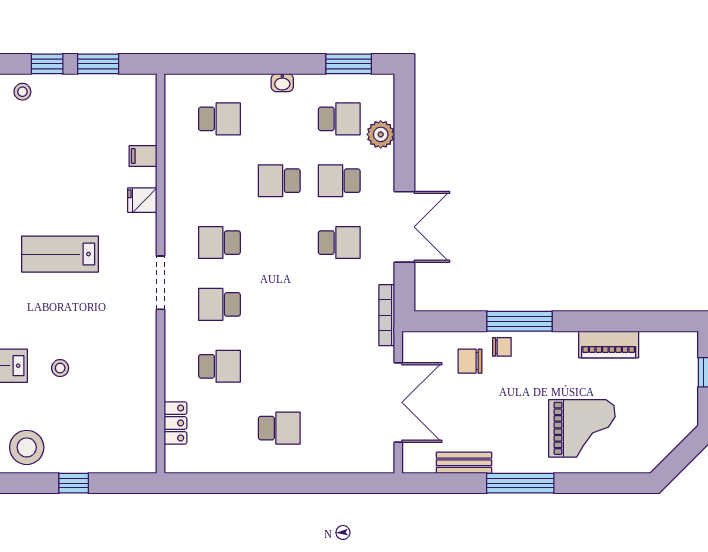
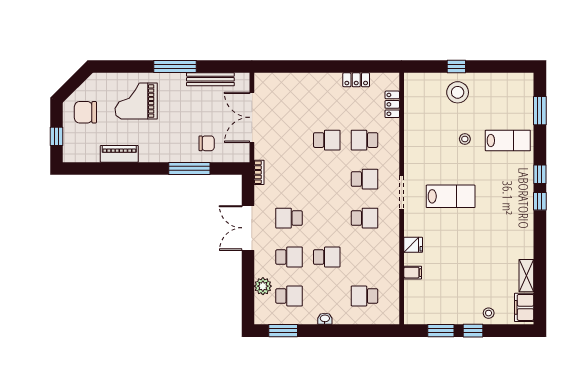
school desk: (339, 119) -> (289, 296), turned 180
lab bench: (60, 254) -> (451, 196), moved
bookcase: (387, 315) -> (259, 172), width x0.64
window: (520, 321) -> (189, 168), moved
chair: (502, 347) -> (85, 112), moved, width x1.87, depth x1.87
school desk: (279, 428) -> (327, 140), moved, turned 180
stool: (27, 447) -> (458, 92), moved
locker: (233, 462) -> (356, 80), added
bench: (464, 463) -> (210, 79), width x1.36

